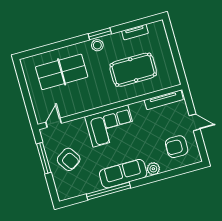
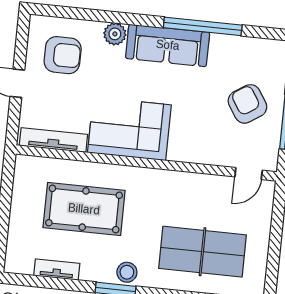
corner sofa: (110, 126) -> (129, 129), moved

